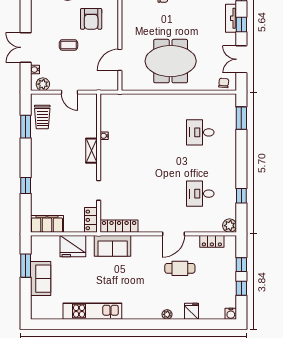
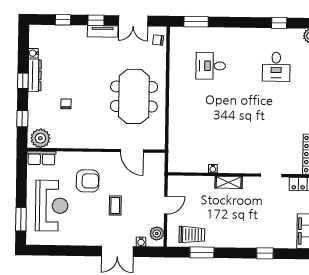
tv unit: (231, 18) -> (103, 31), moved
desk: (200, 132) -> (211, 66), turned 90

